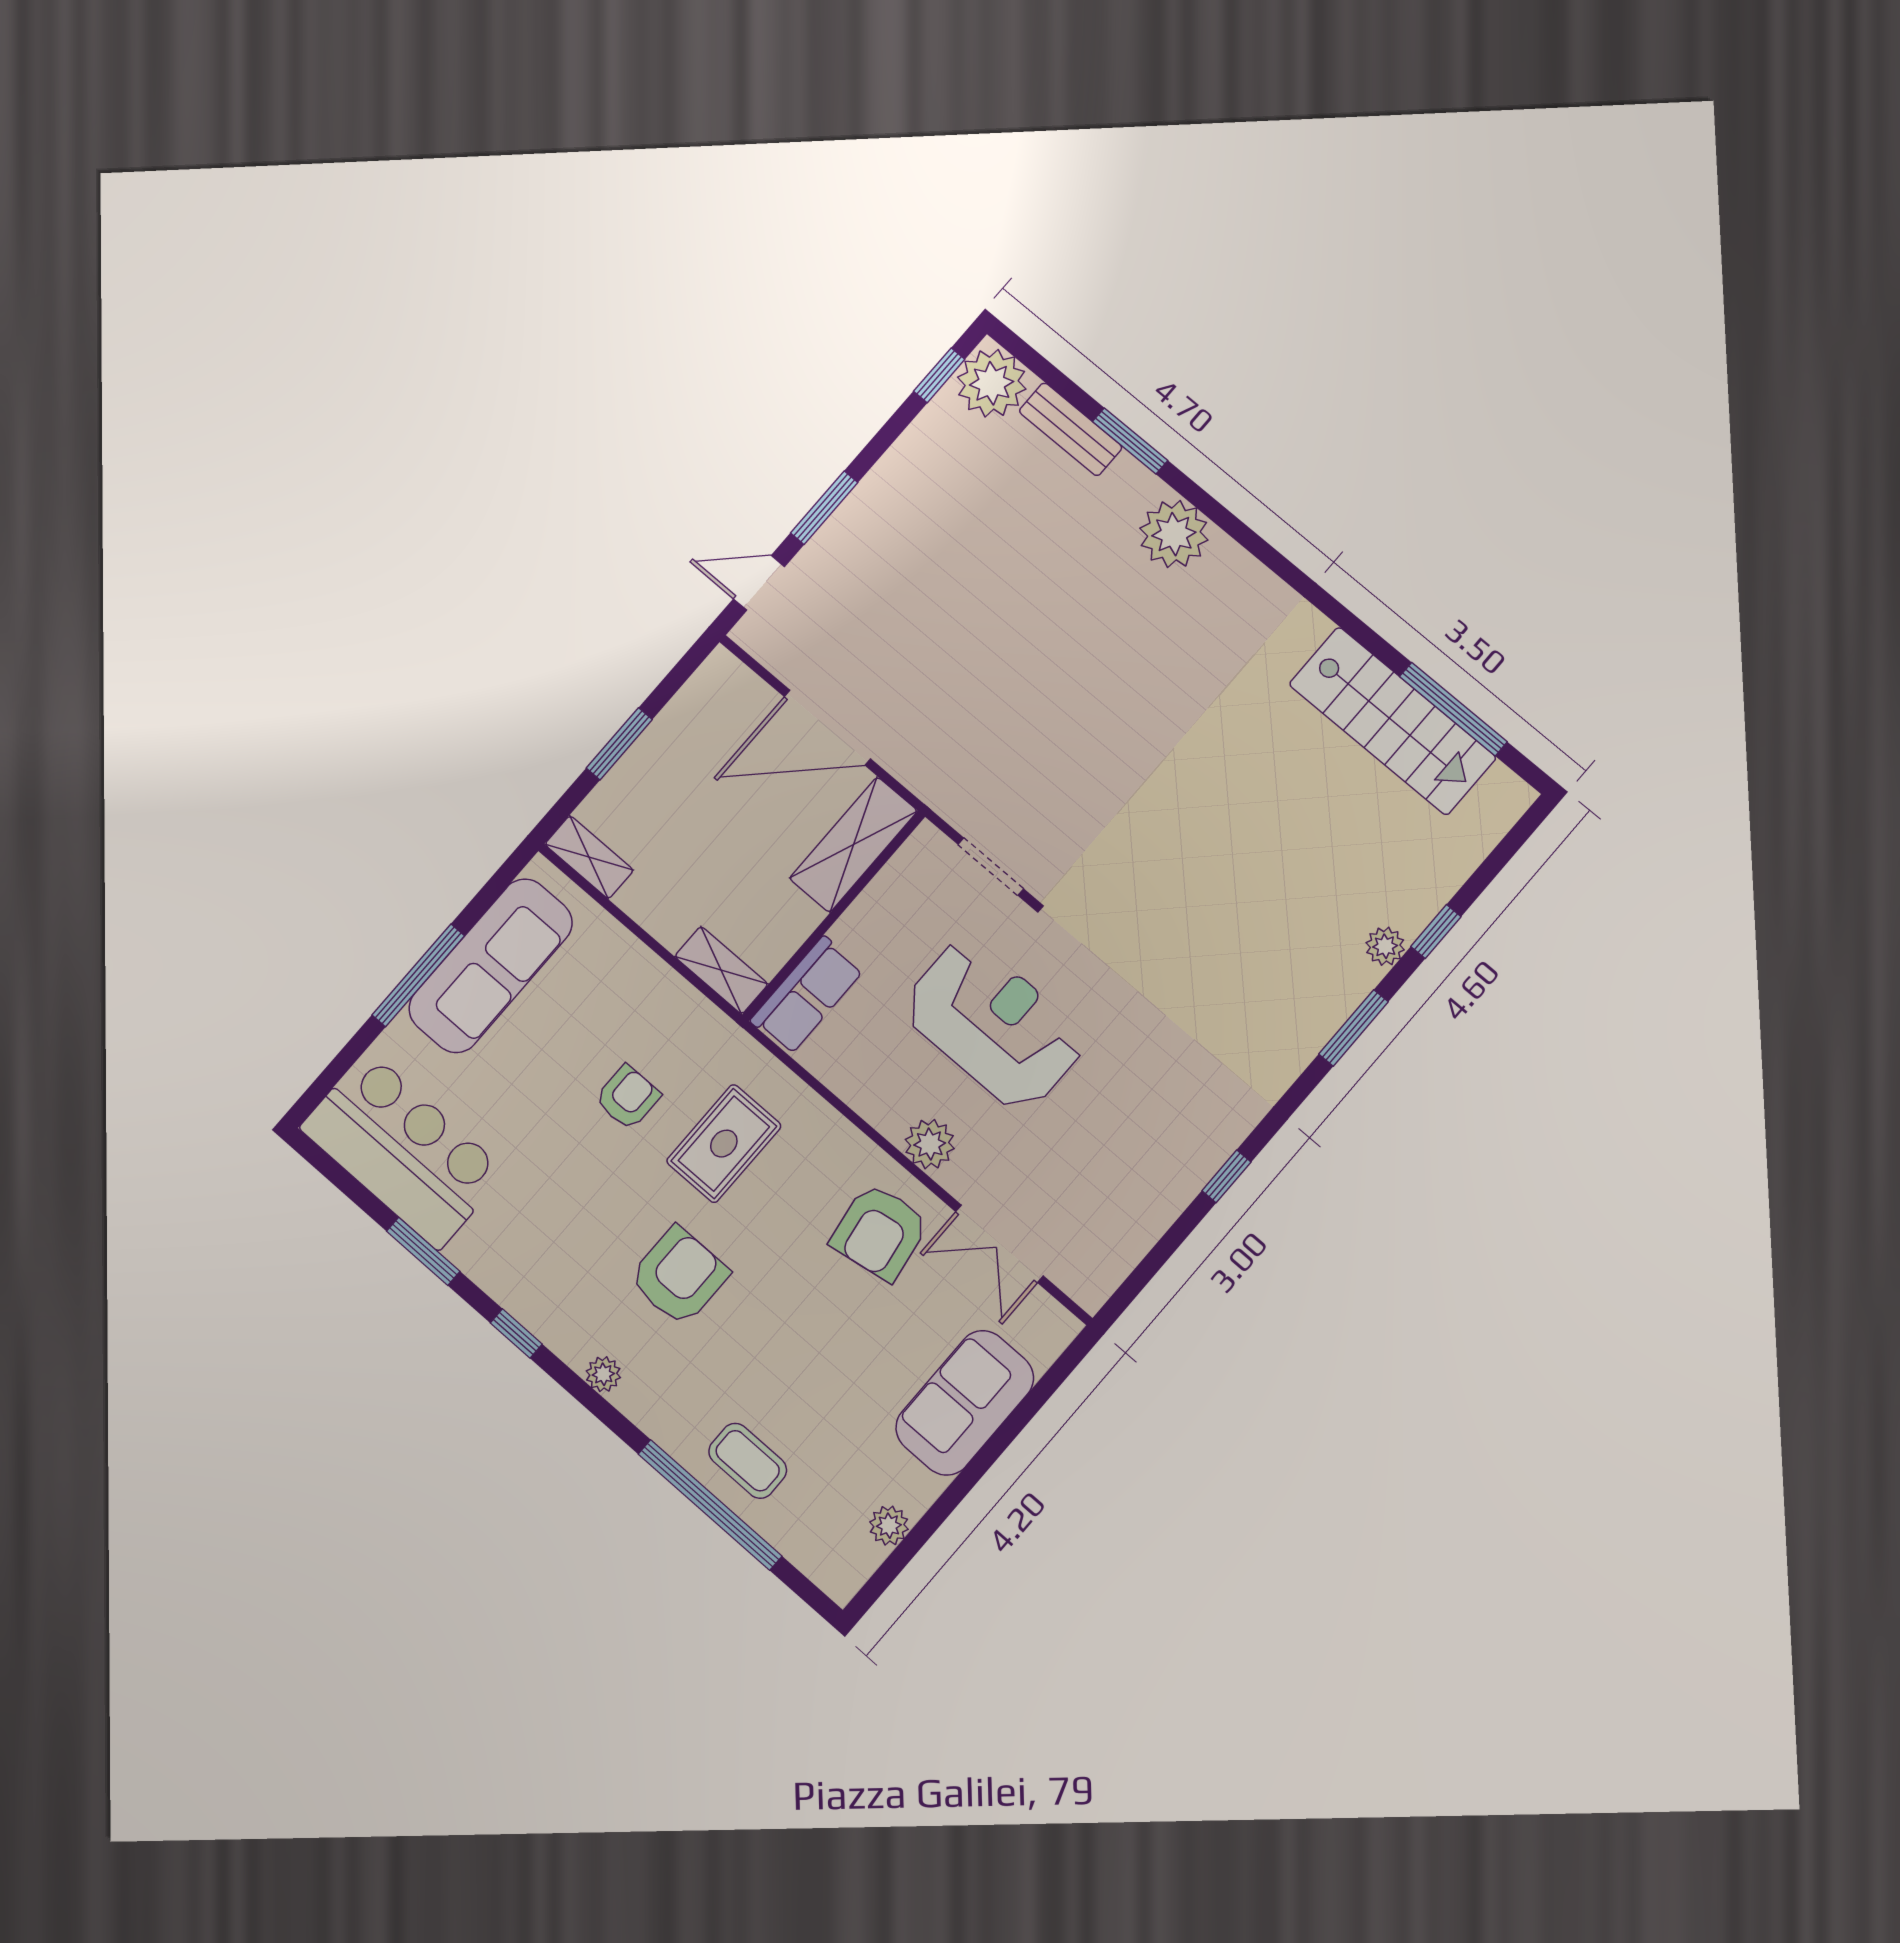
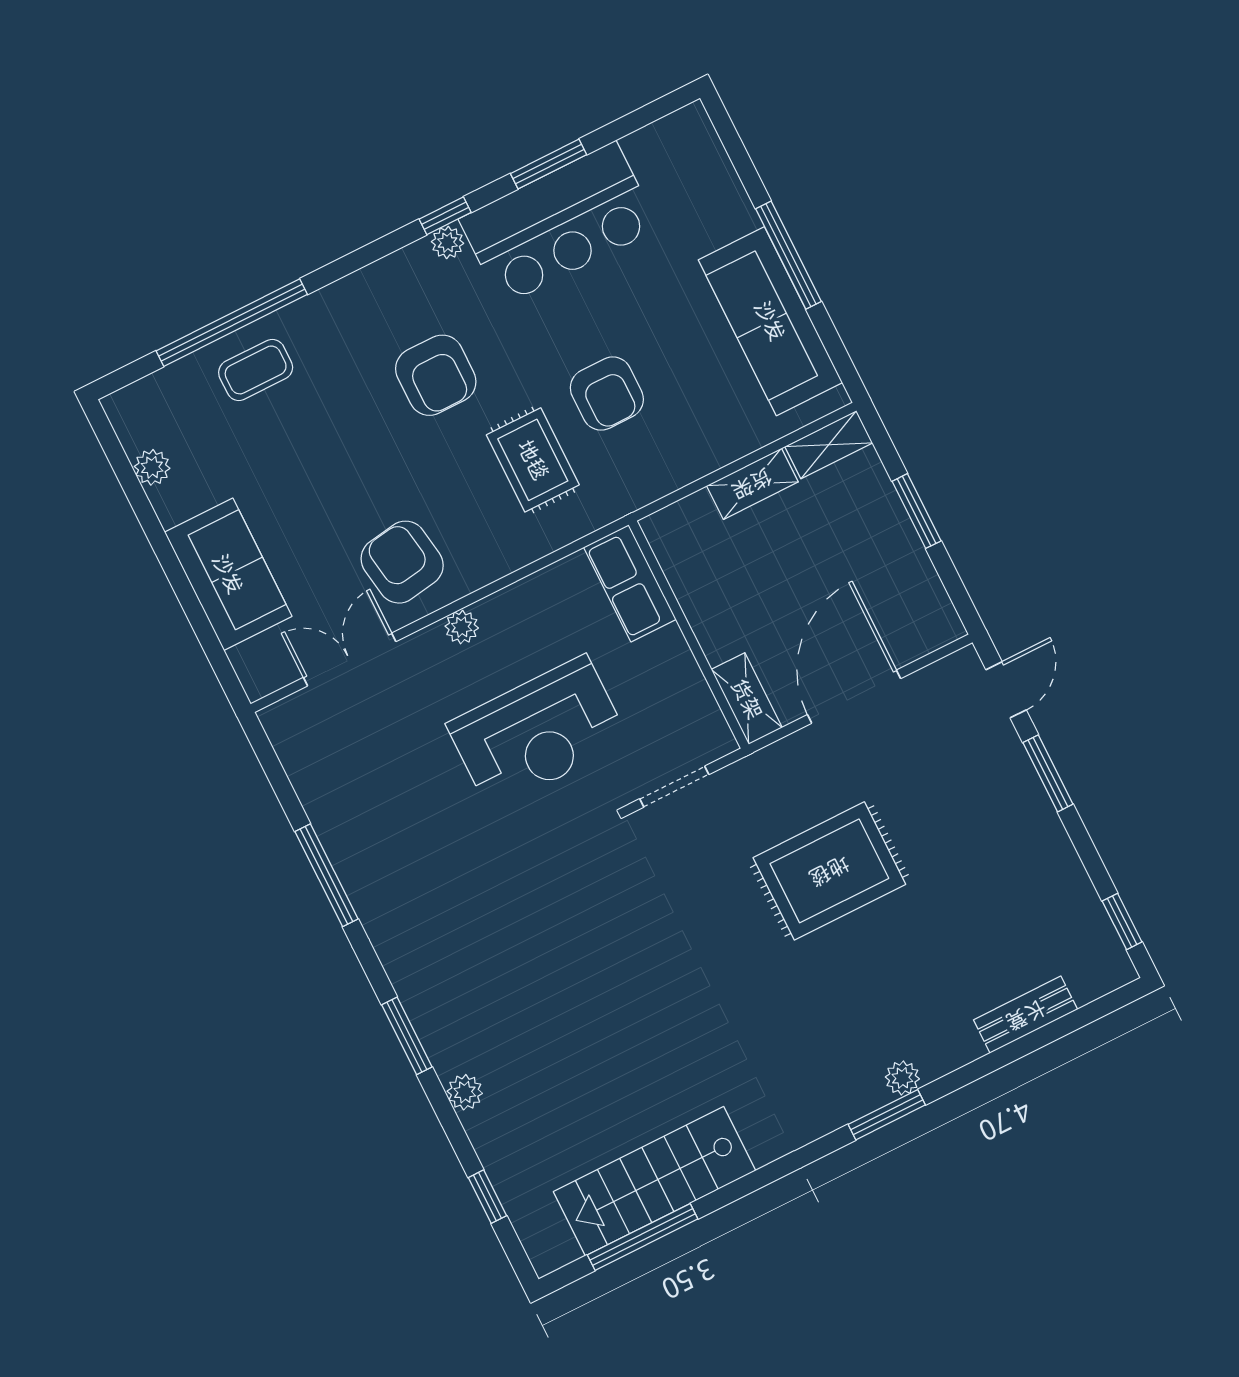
plant: (992, 383) -> (1095, 964), removed
window: (1130, 441) -> (887, 1115), moved
plant: (1174, 534) -> (902, 1078), width x0.53, depth x0.53
rug: (1010, 679) -> (829, 871), added
shelving: (853, 845) -> (747, 699), width x0.67, depth x0.75
window: (1436, 932) -> (487, 1197), moved
shelving: (721, 970) -> (752, 484), moved
armchair: (628, 1097) -> (607, 394), width x1.38, depth x1.38
plant: (930, 1144) -> (462, 627), width x0.73, depth x0.73
bar counter: (403, 1150) -> (559, 223), moved
window: (1226, 1176) -> (326, 875), width x2.17
plant: (603, 1374) -> (448, 242), moved

